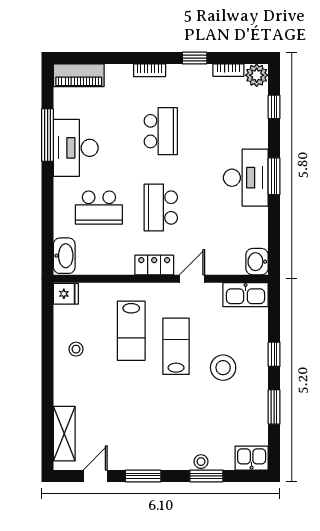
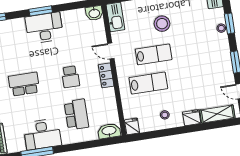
school desk: (161, 208) -> (71, 77), width x0.54
lab bench: (176, 346) -> (154, 54), turned 180
fridge: (65, 392) -> (192, 118), added

